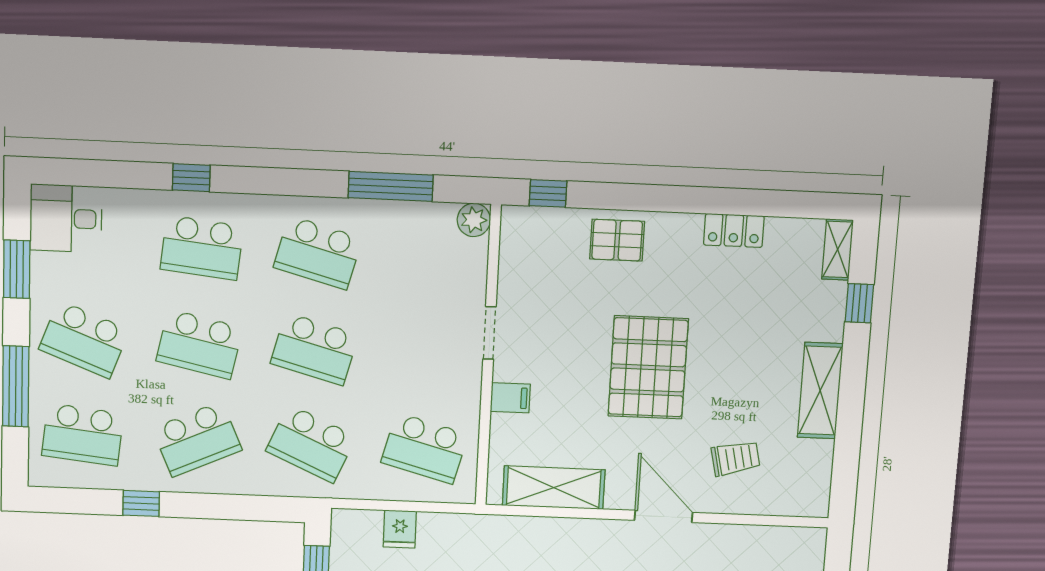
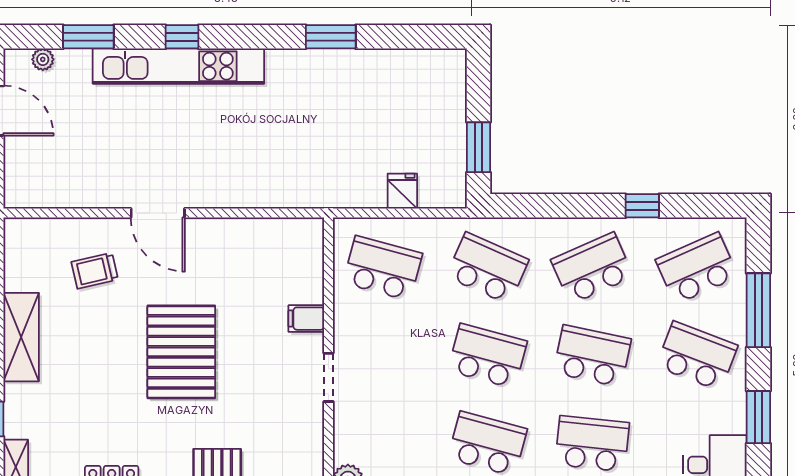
school desk: (83, 435) -> (697, 268), turned -30
shelving: (554, 488) -> (262, 236), removed

